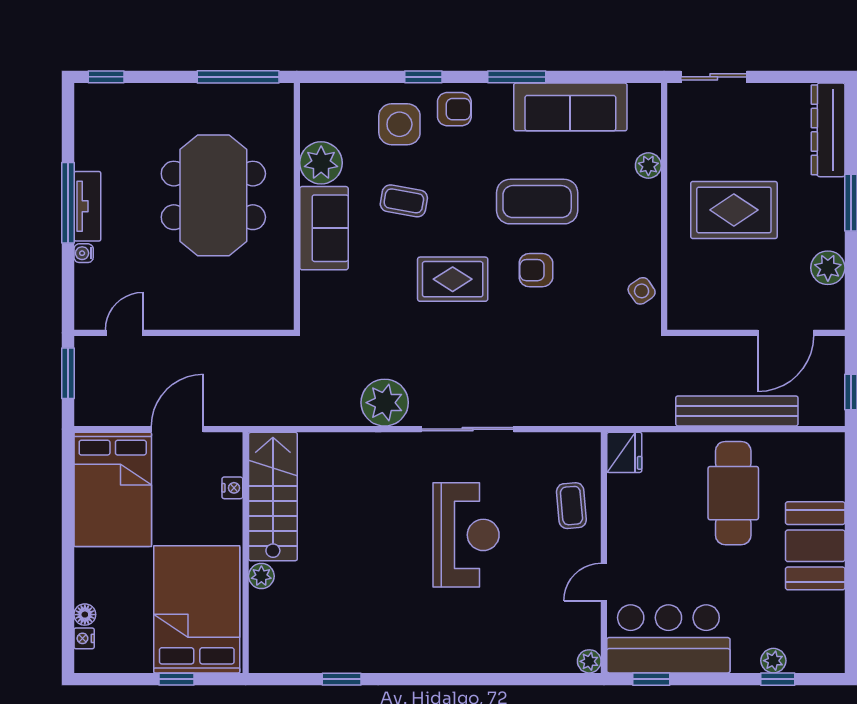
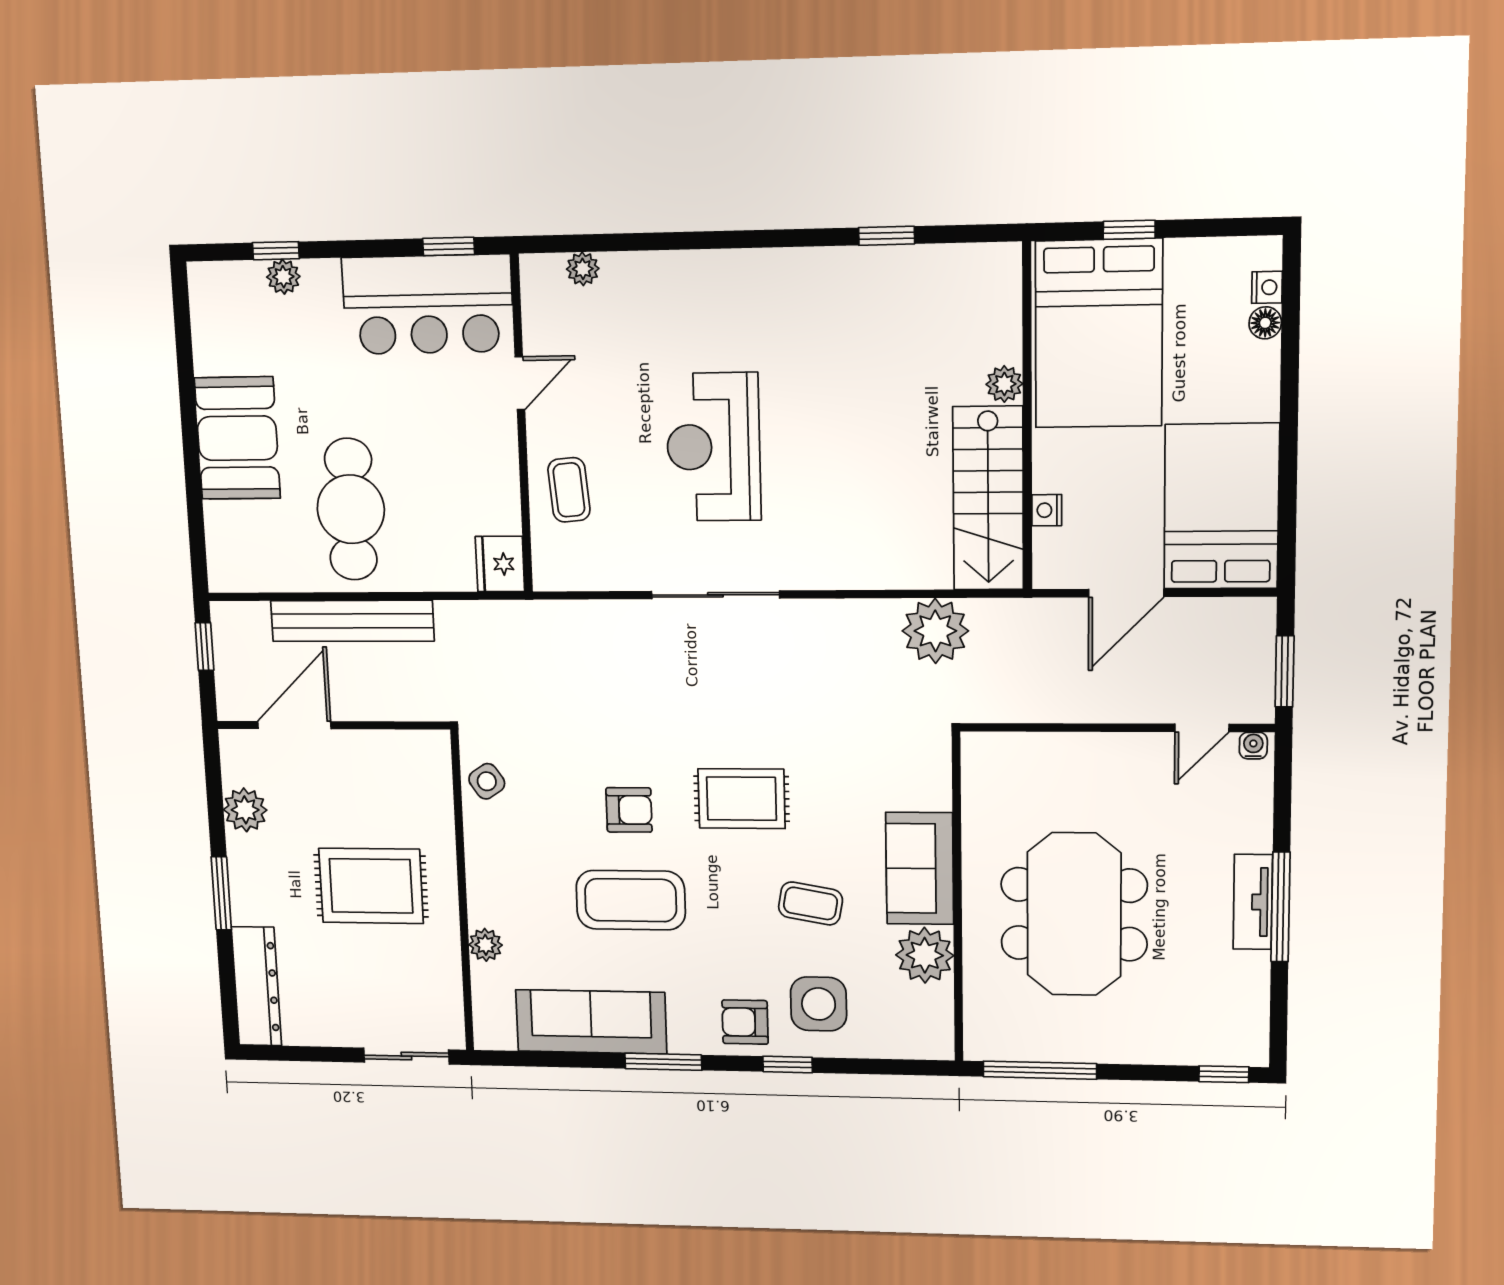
water cooler: (84, 253) -> (1253, 746), moved, turned -90
plant: (385, 403) -> (935, 631), moved
plant: (589, 661) -> (583, 269), moved

